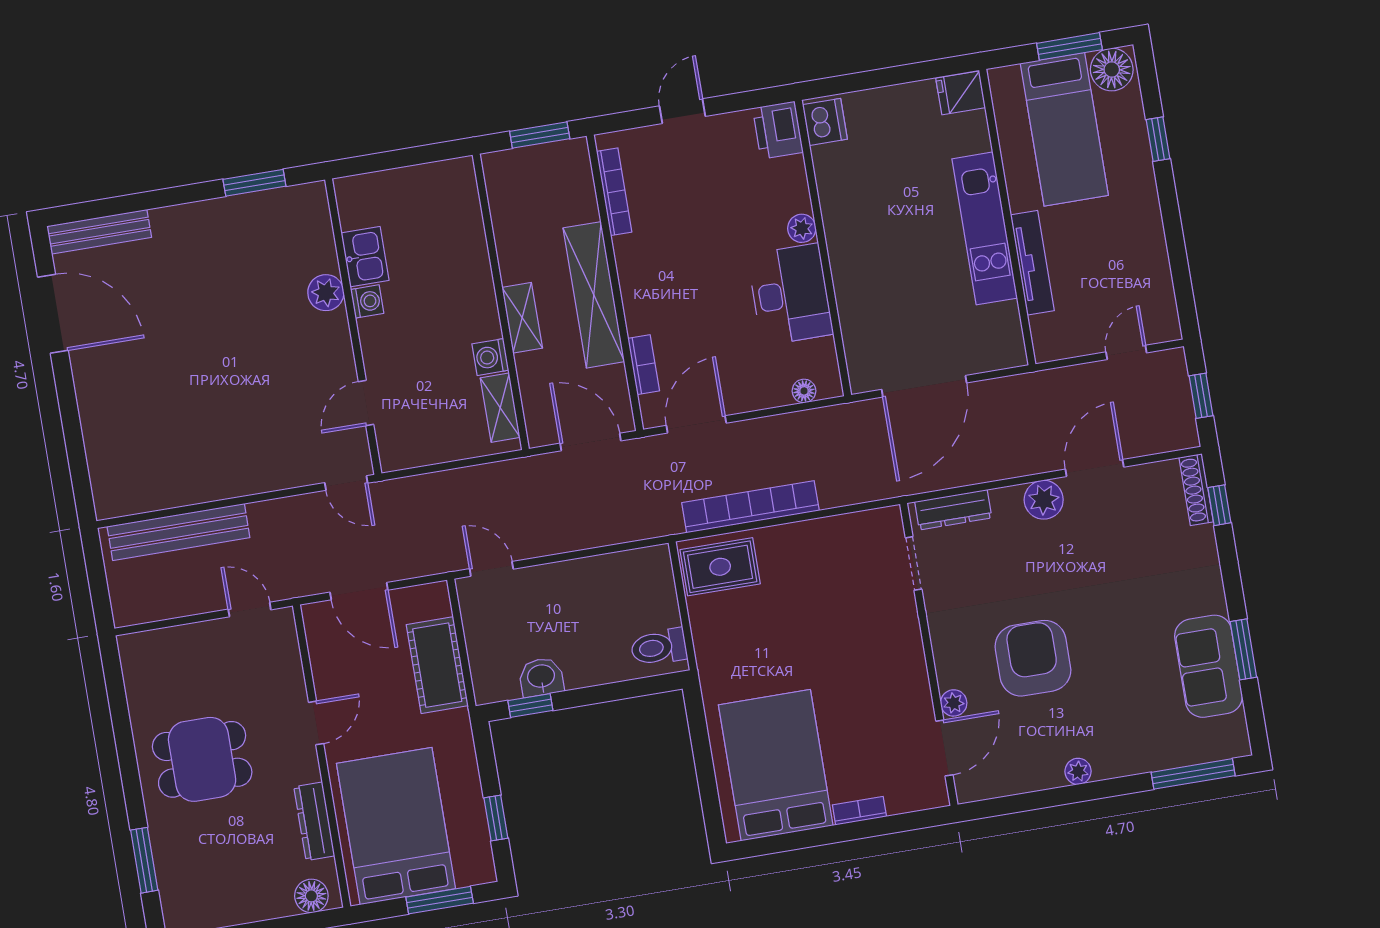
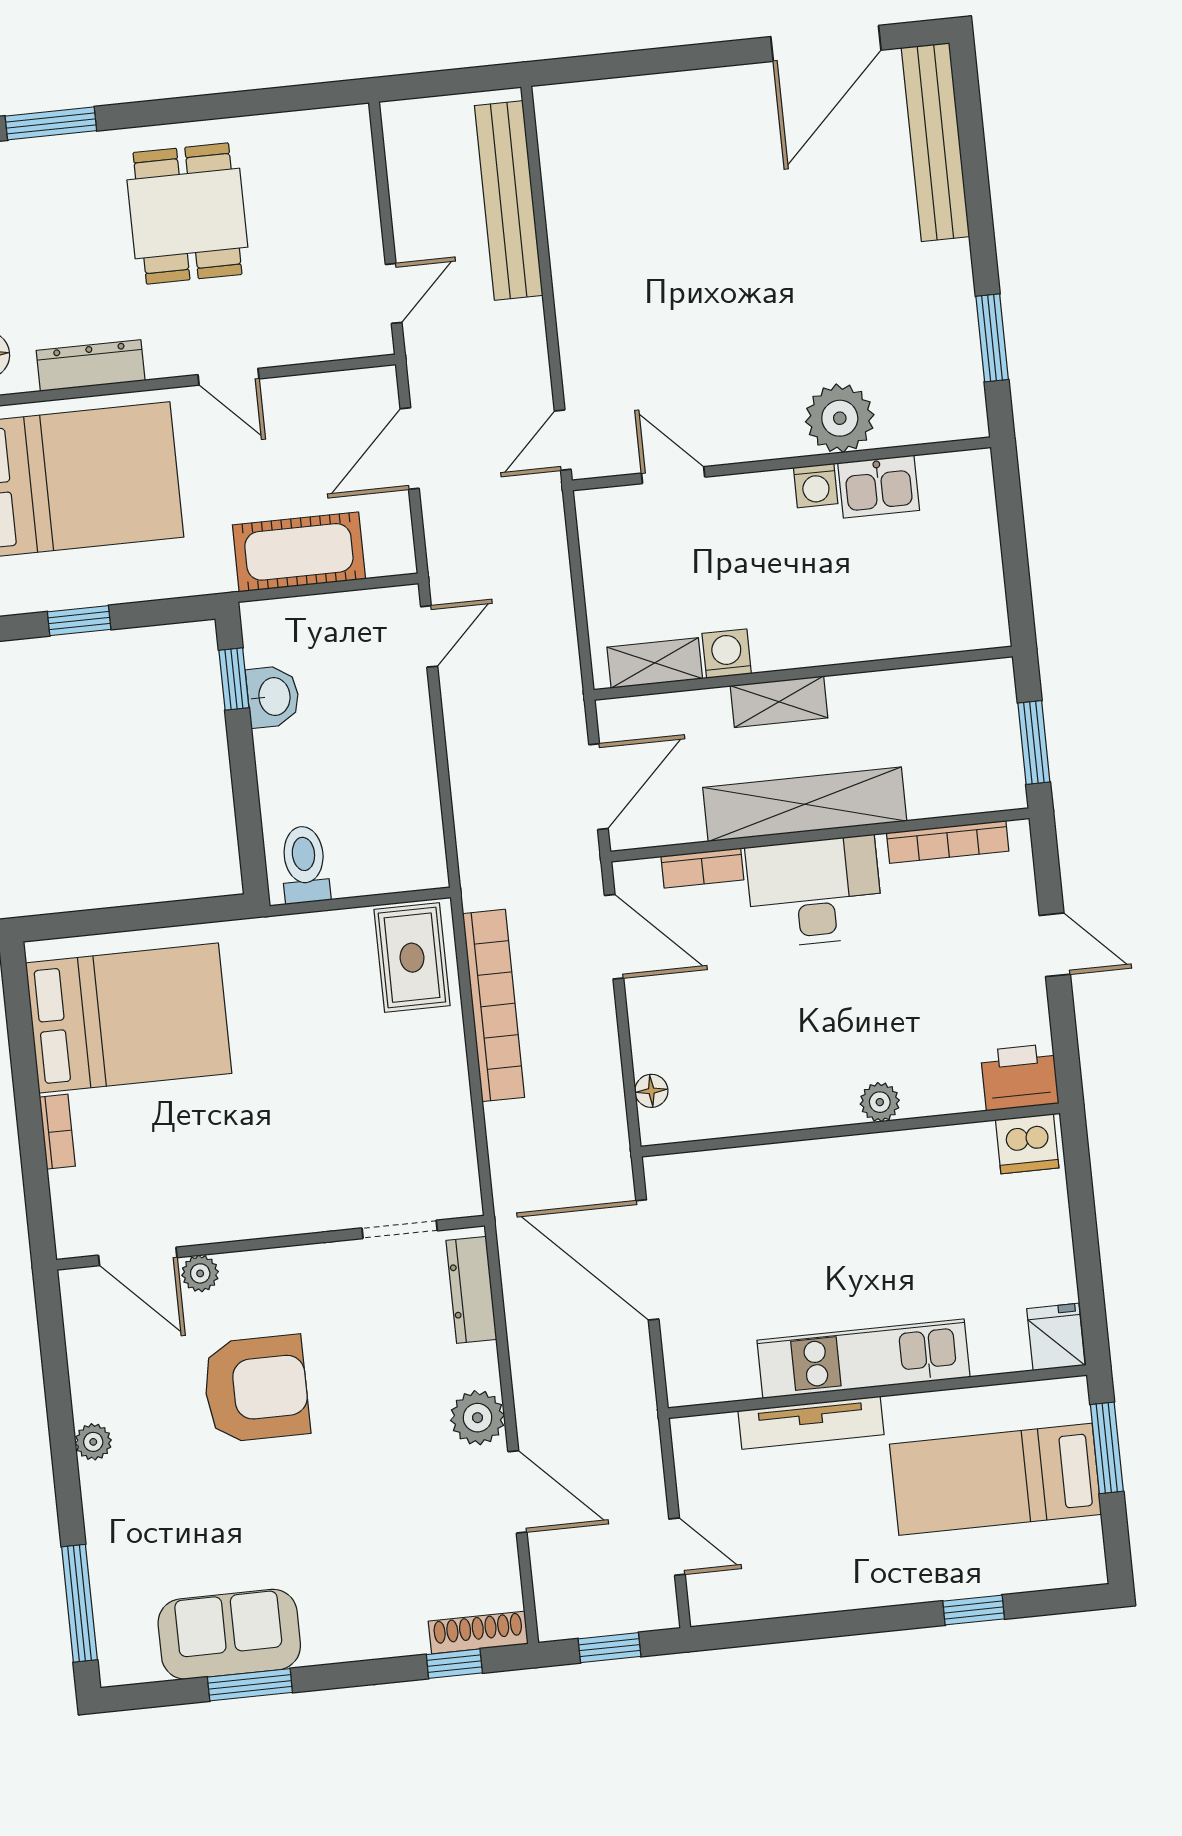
window: (1069, 46) -> (1107, 1448), moved
floor lamp: (1112, 70) -> (1075, 1551), removed
bench: (99, 232) -> (935, 142), width x1.37, depth x1.21
plant: (326, 293) -> (840, 418), width x1.36, depth x1.36
desk: (790, 294) -> (815, 892), moved, turned 180

